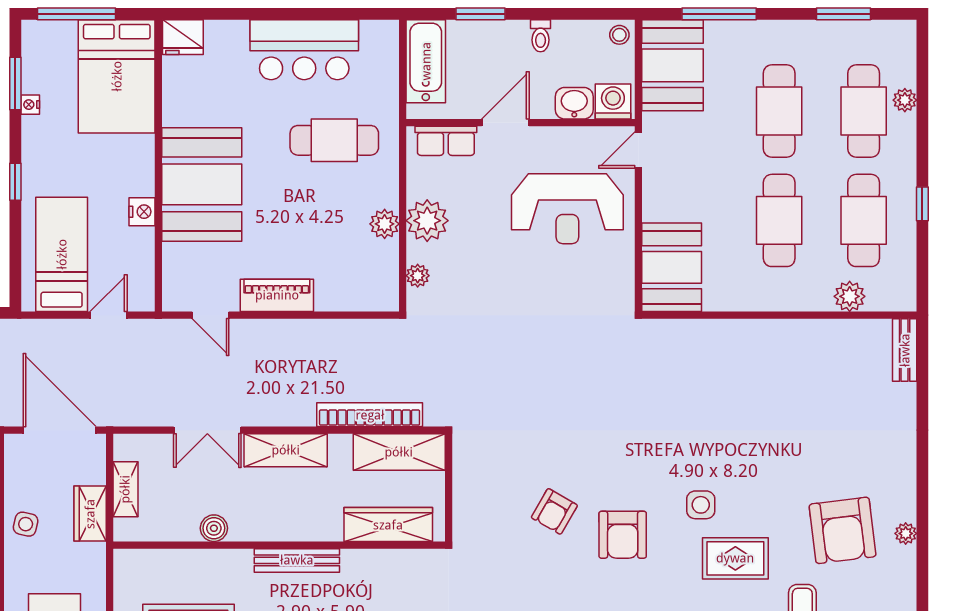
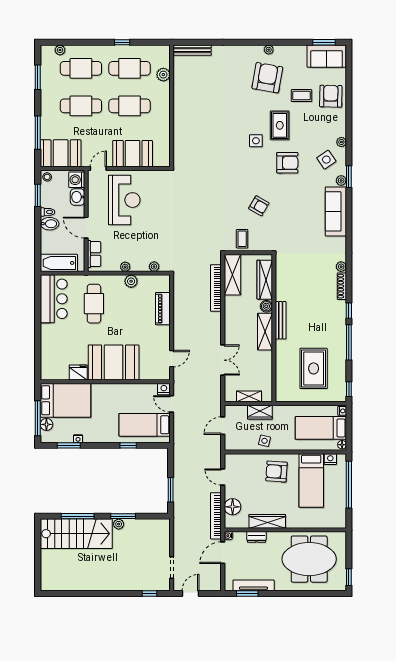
window: (481, 14) -> (38, 195), moved
floor lamp: (62, 34) -> (46, 424), added
fridge: (183, 37) -> (78, 372), moved, turned -90
bidet: (514, 40) -> (50, 224), added
bar counter: (304, 50) -> (54, 299), moved
plant: (905, 100) -> (60, 50), moved
door: (638, 150) -> (98, 168), swing flipped
window: (15, 182) -> (128, 445), moved
nightstand: (142, 212) -> (164, 389), moved
plant: (427, 221) -> (125, 267), width x0.53, depth x0.53
booth: (672, 267) -> (133, 154), moved
piano: (277, 295) -> (163, 309), moved
bench: (905, 350) -> (192, 50), width x1.36
door: (60, 430) -> (223, 426), width x0.53
shelving: (286, 450) -> (265, 332), moved
coffee table: (480, 474) -> (242, 239), added
boiler: (214, 528) -> (266, 306), moved
armchair: (843, 530) -> (267, 78), turned -73
armchair: (623, 535) -> (287, 163), moved

